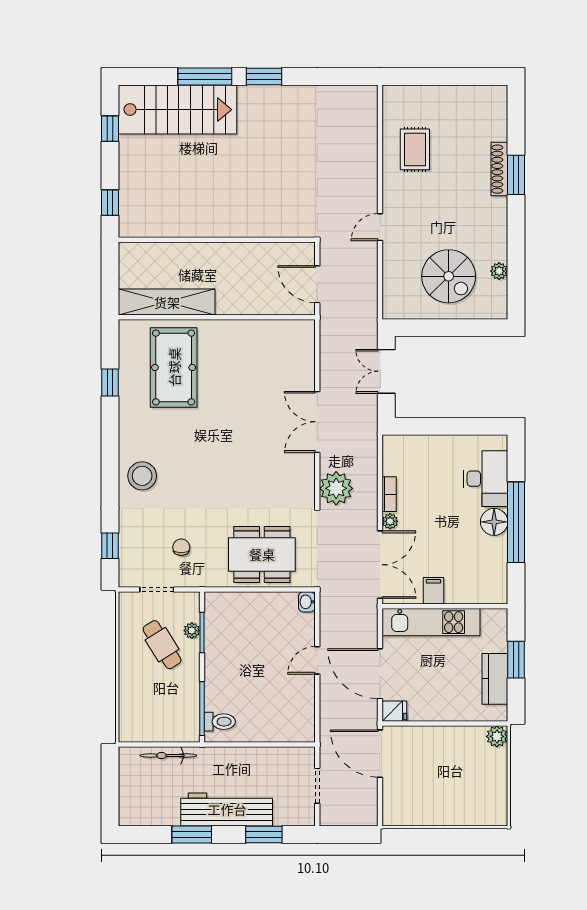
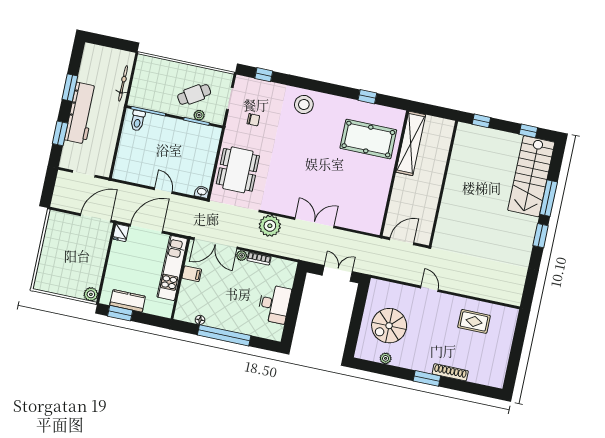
window: (516, 175) -> (427, 378), moved
desk: (486, 479) -> (274, 304), moved, turned -90
floor lamp: (494, 522) -> (200, 320), moved, width x0.53, depth x0.53
window: (516, 660) -> (120, 313), moved

